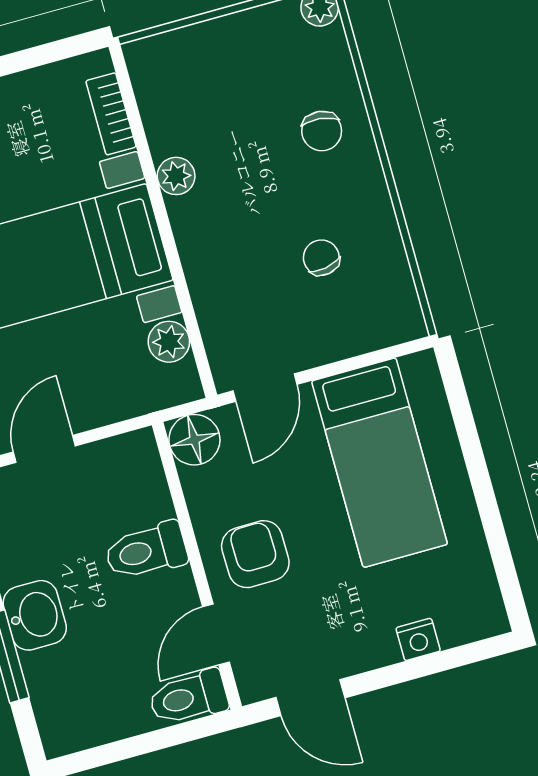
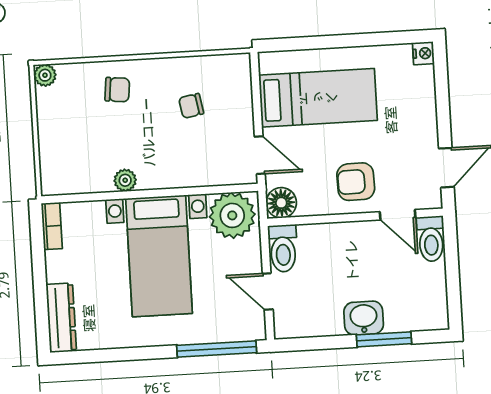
bookcase: (111, 114) -> (52, 226), moved, turned -90
plant: (169, 342) -> (232, 215), width x1.88, depth x1.88
toilet: (146, 551) -> (283, 248), moved
nightstand: (418, 639) -> (423, 53), moved

